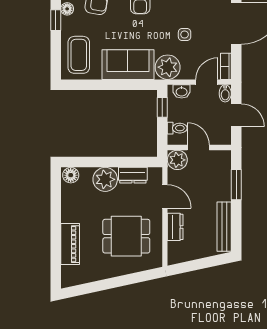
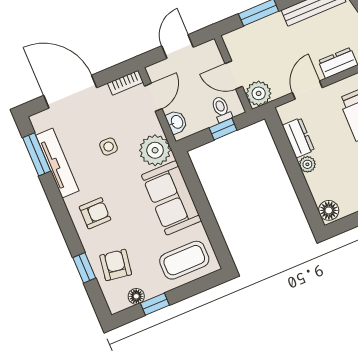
door: (207, 82) -> (153, 97), swing flipped
bidet: (225, 93) -> (157, 70), removed
window: (162, 107) -> (223, 129), moved
door: (198, 147) -> (234, 75), hinge flipped
plant: (105, 179) -> (307, 164), width x0.53, depth x0.53

